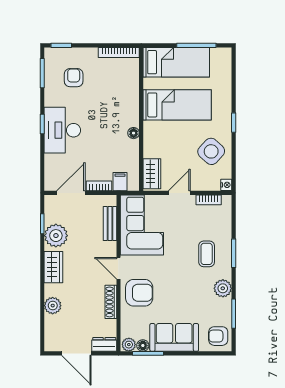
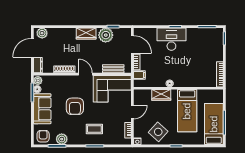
bed: (176, 62) -> (214, 124), moved, turned 180
armchair: (74, 78) -> (204, 46), removed
wardrobe: (152, 174) -> (161, 95), moved
door: (179, 193) -> (132, 112), hinge flipped
door: (118, 268) -> (85, 74), hinge flipped
plant: (223, 288) -> (62, 139), moved
armchair: (139, 293) -> (75, 106), moved
plant: (53, 306) -> (42, 33), moved

